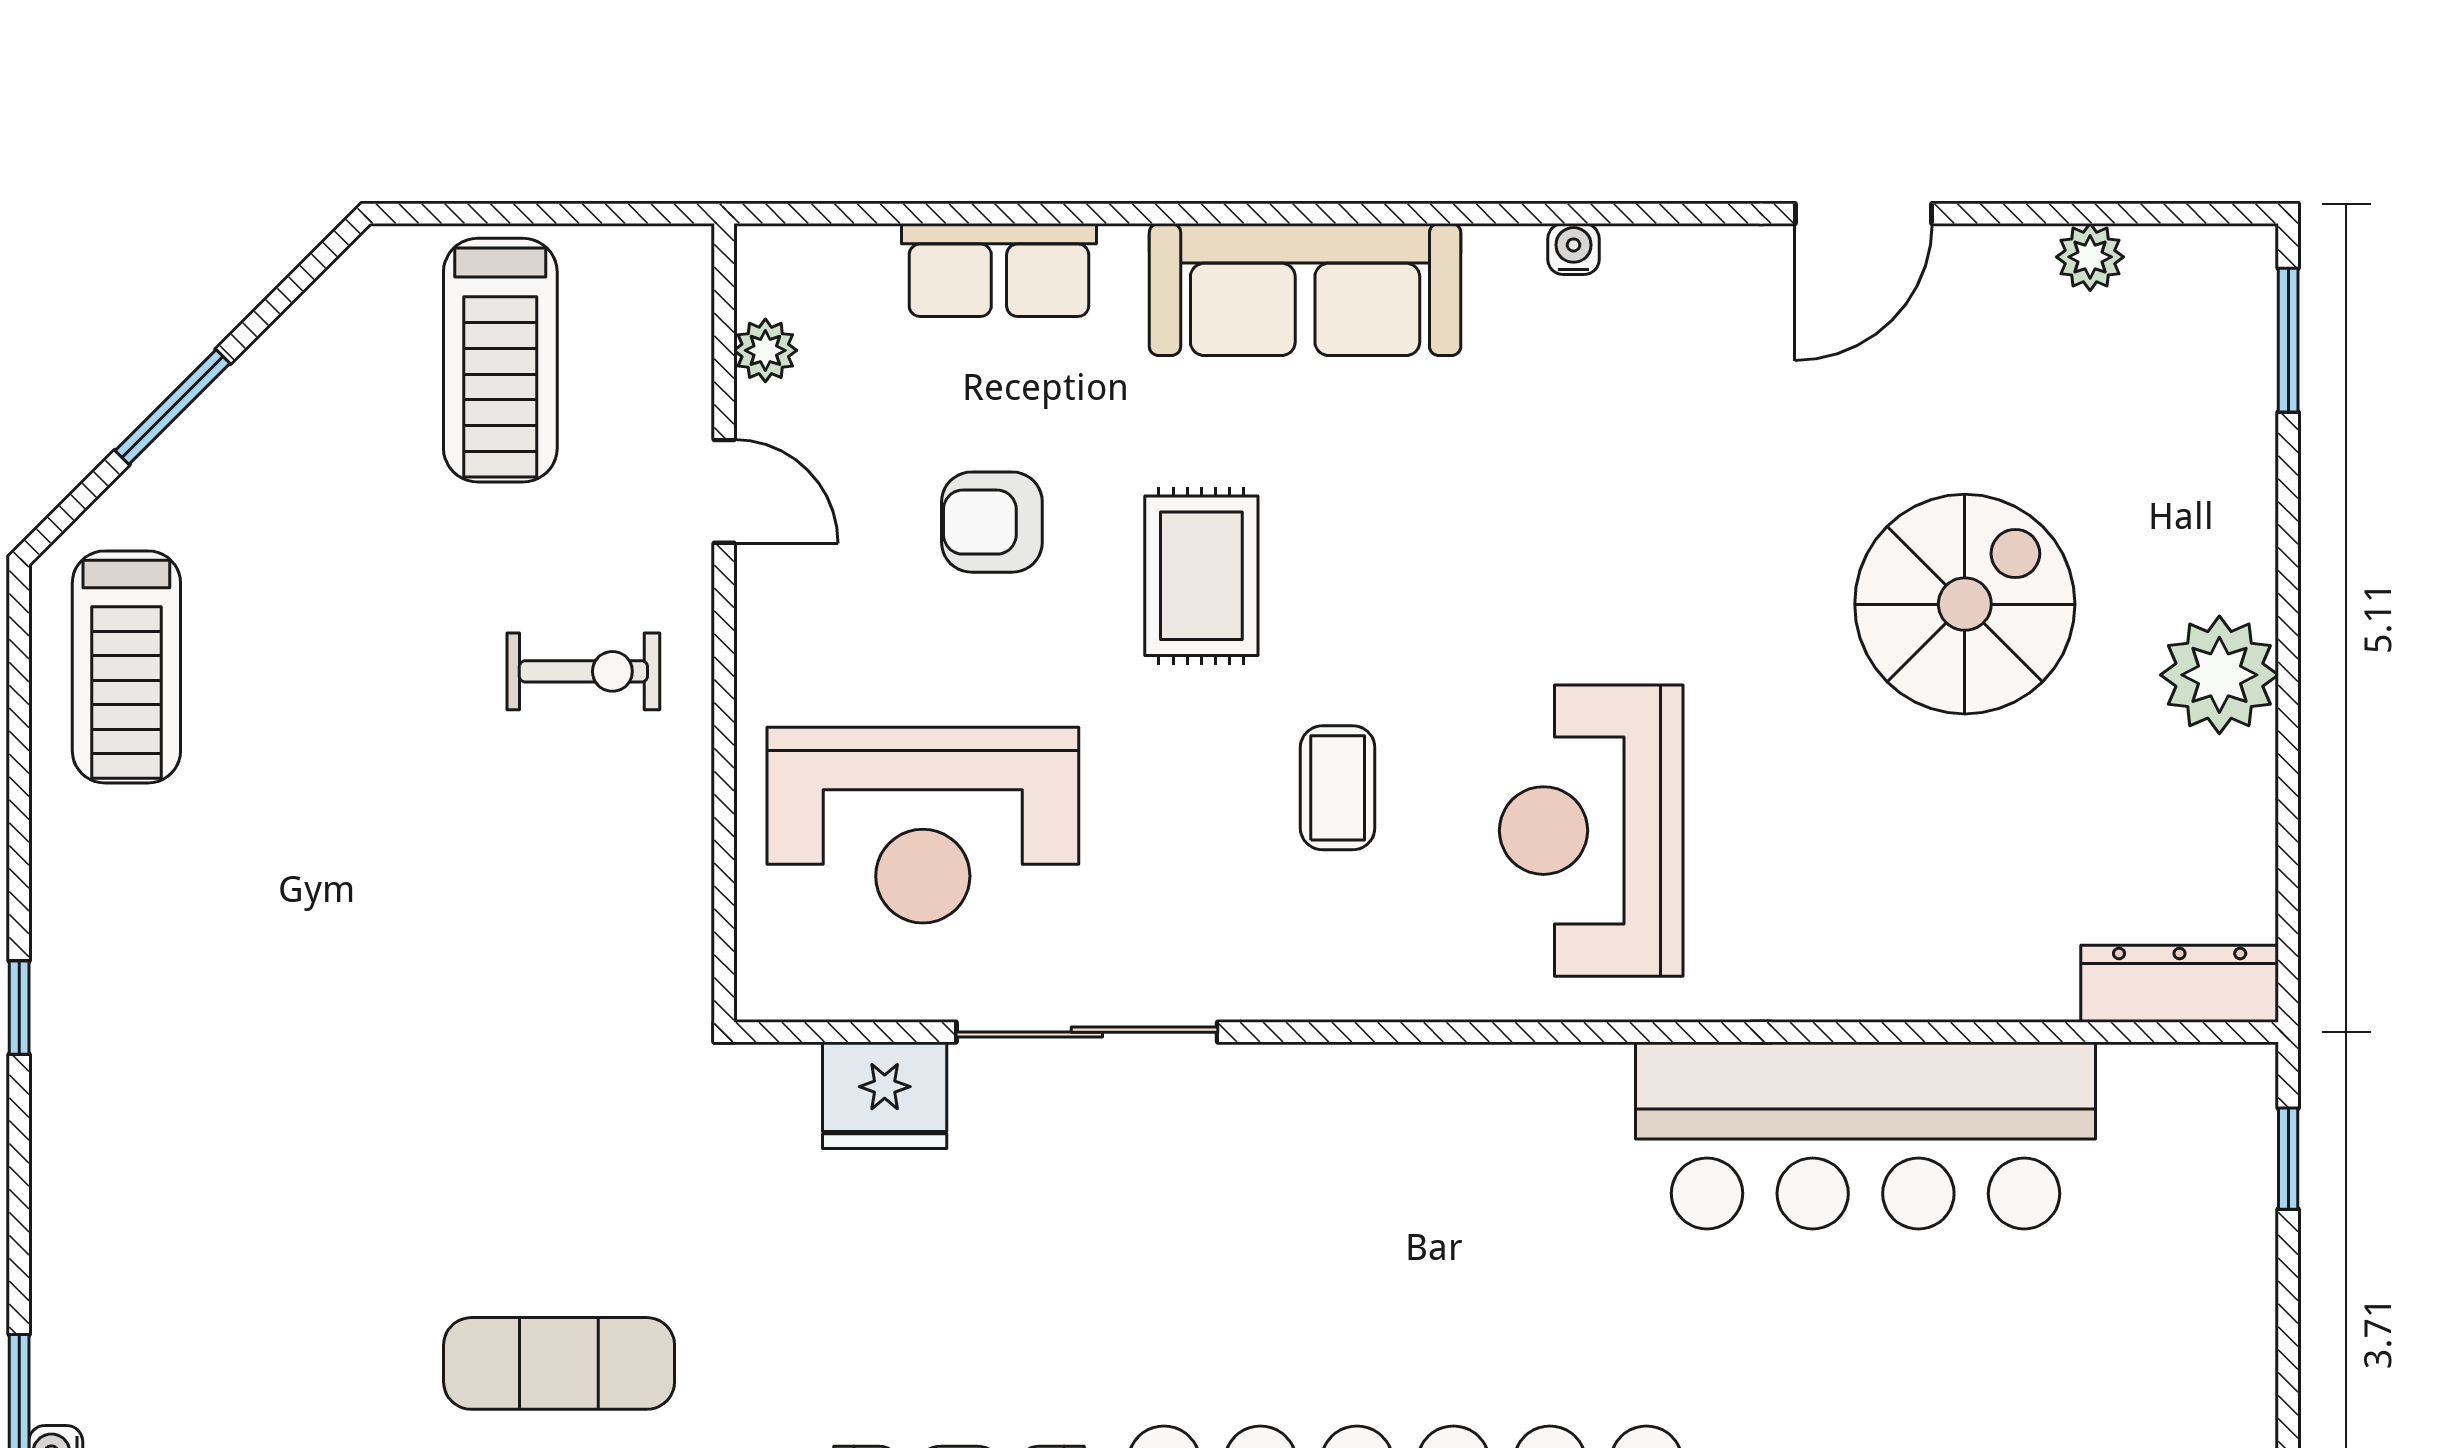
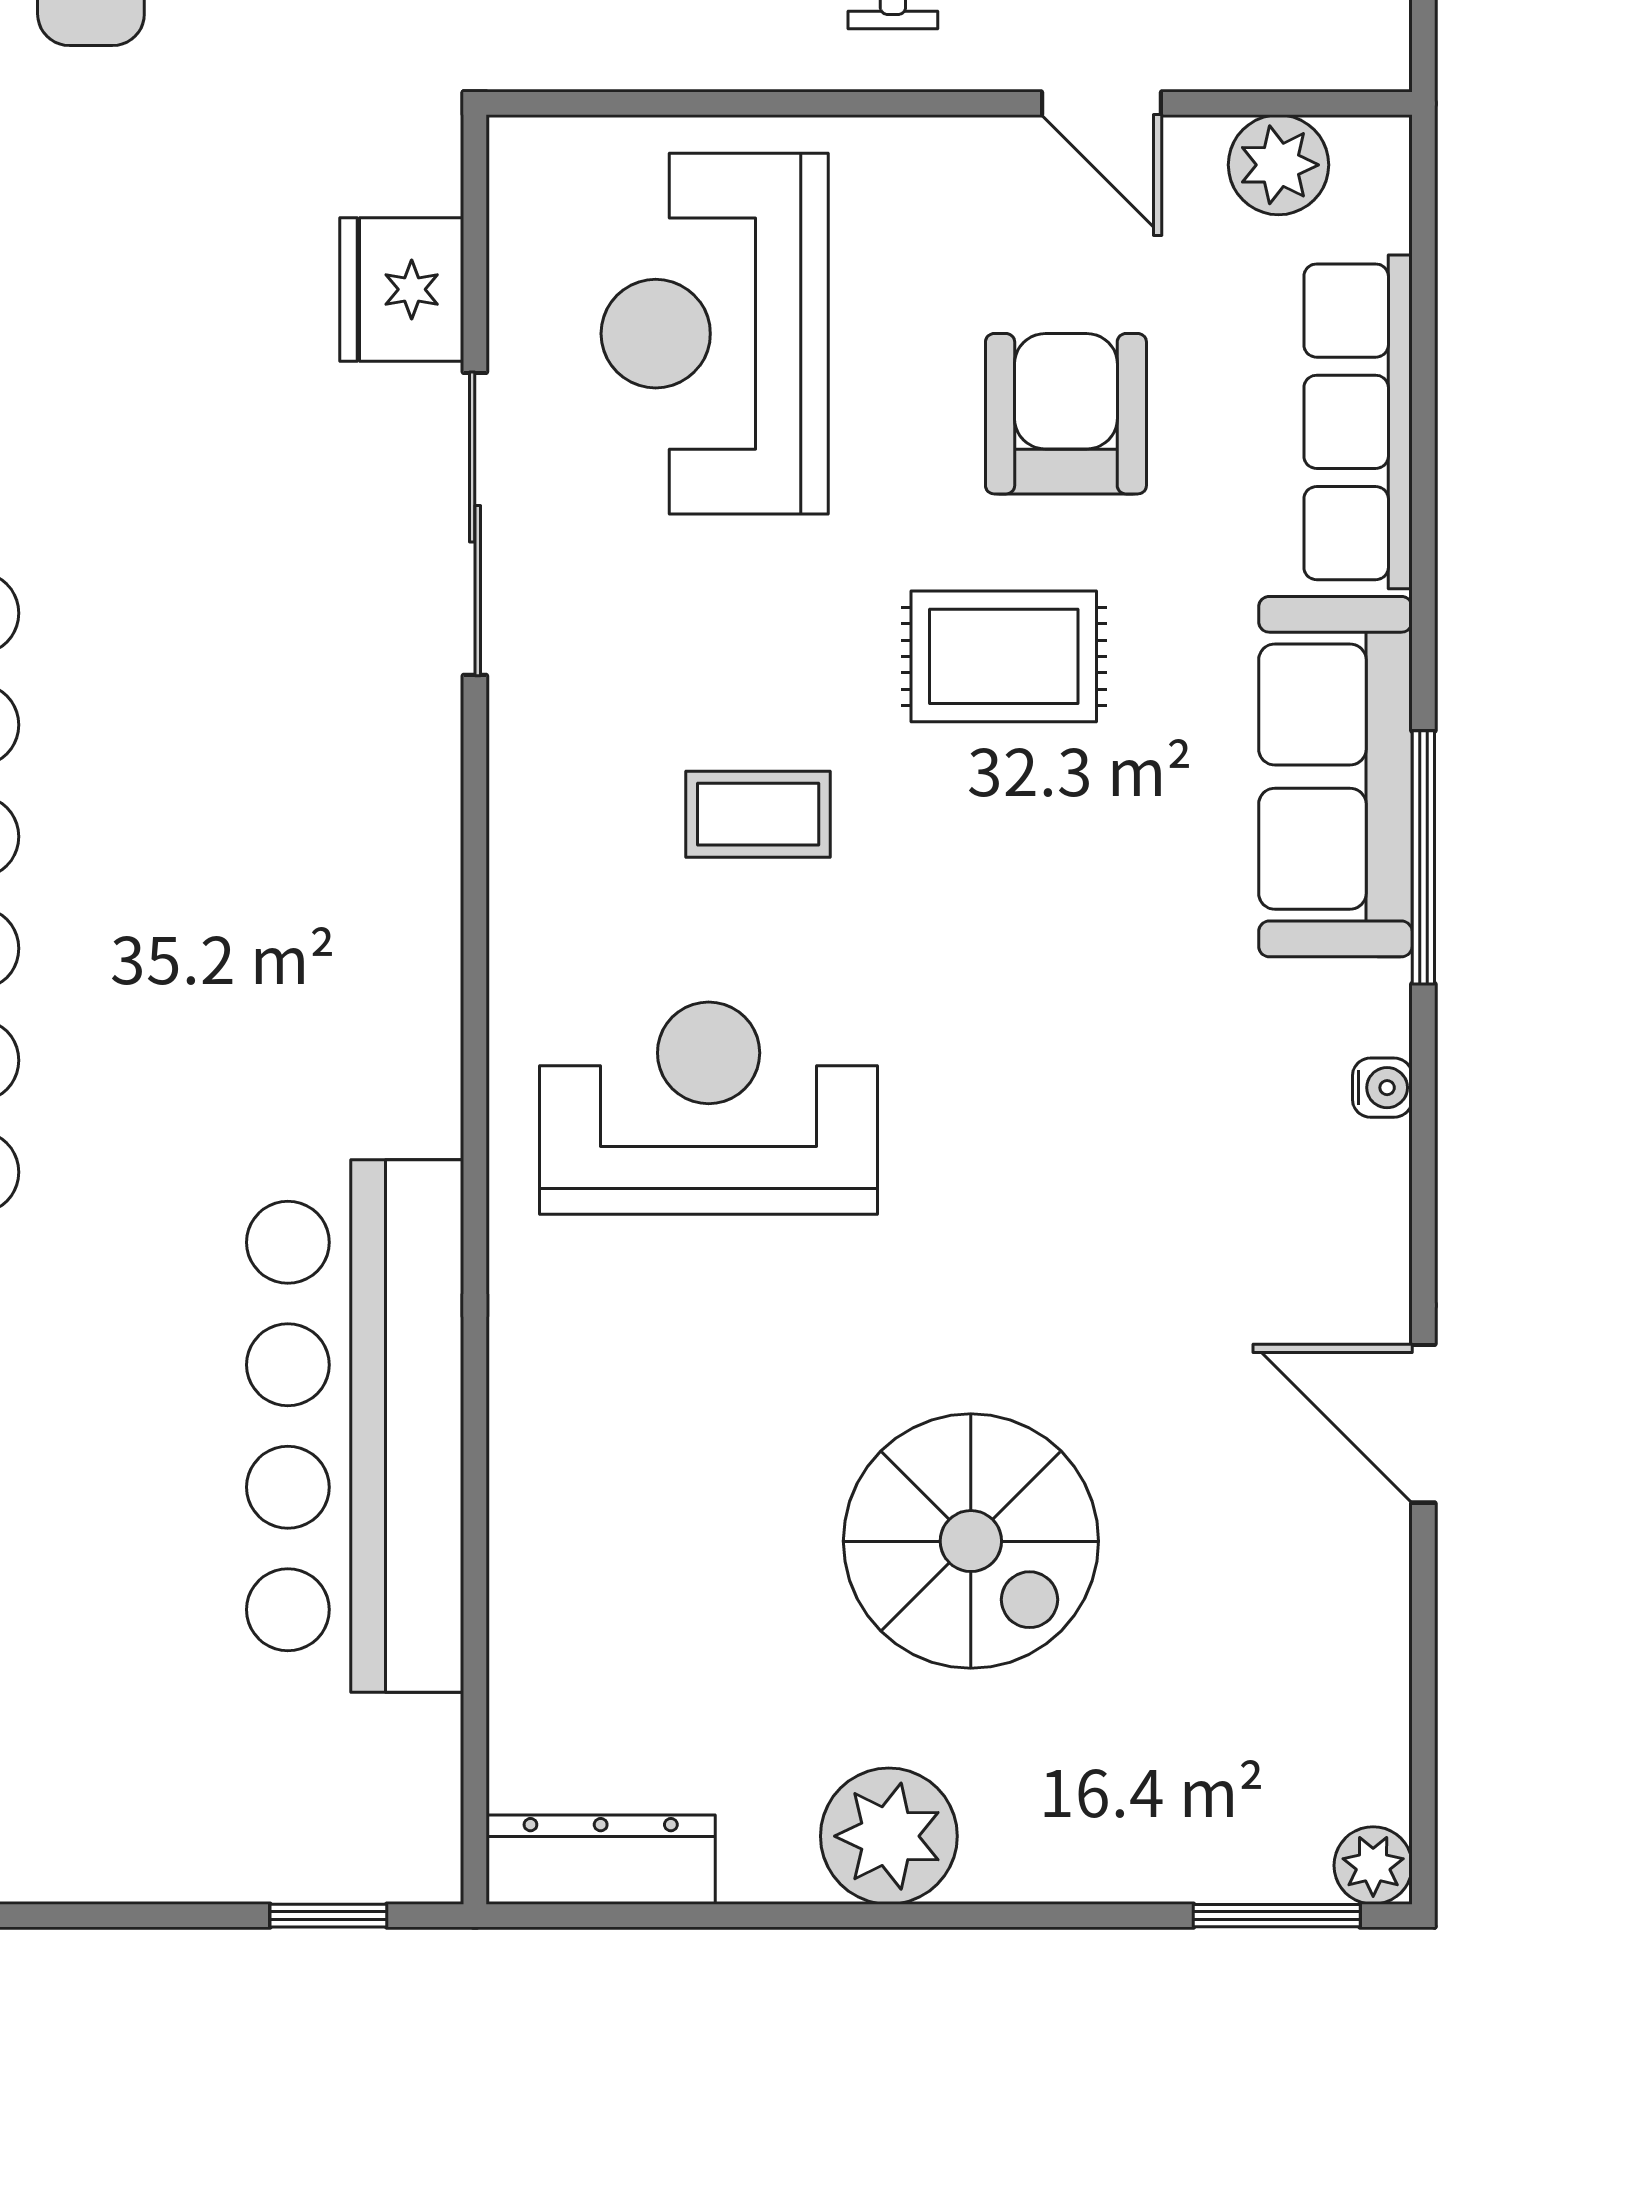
window: (1375, 214) -> (1423, 857), added
plant: (2090, 257) -> (1373, 1865), moved
row of seats: (999, 270) -> (1358, 422), width x1.48
plant: (765, 350) -> (1278, 165), width x1.38, depth x1.38
door: (724, 491) -> (1101, 103), hinge flipped
armchair: (992, 522) -> (1066, 414), width x1.38, depth x1.38
dresser: (2180, 984) -> (601, 1860), moved, turned -90

